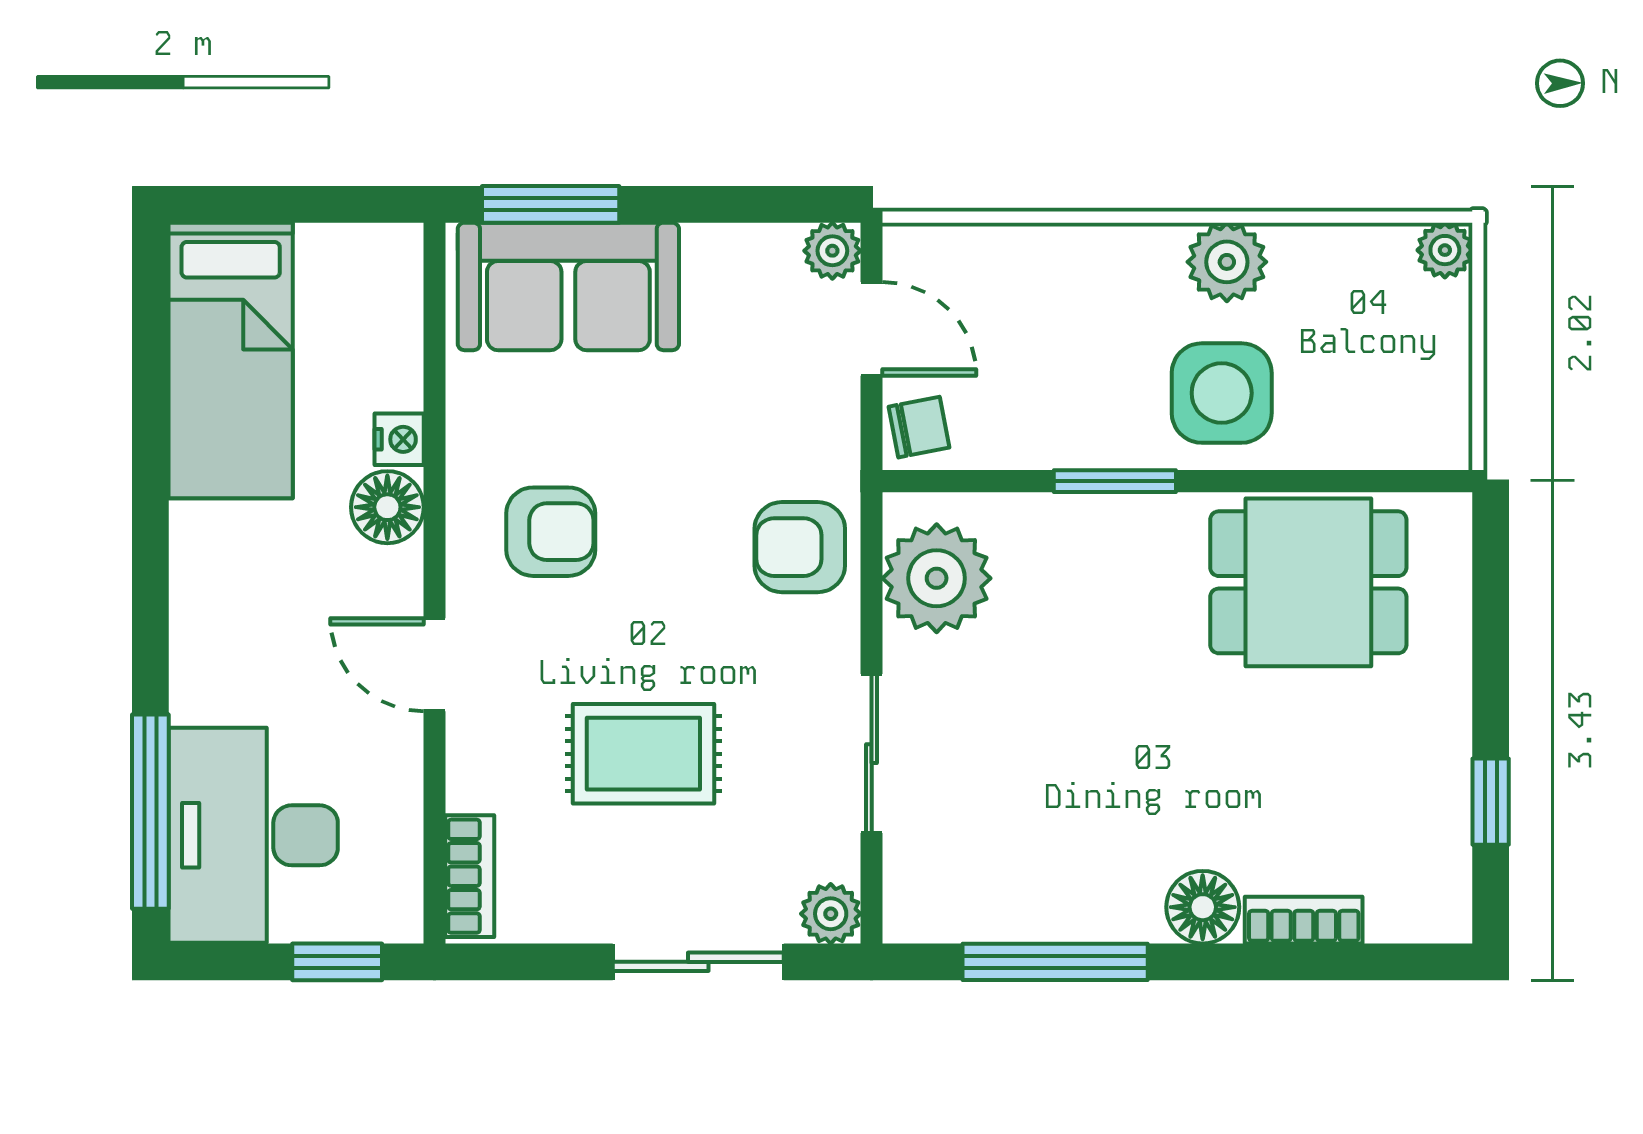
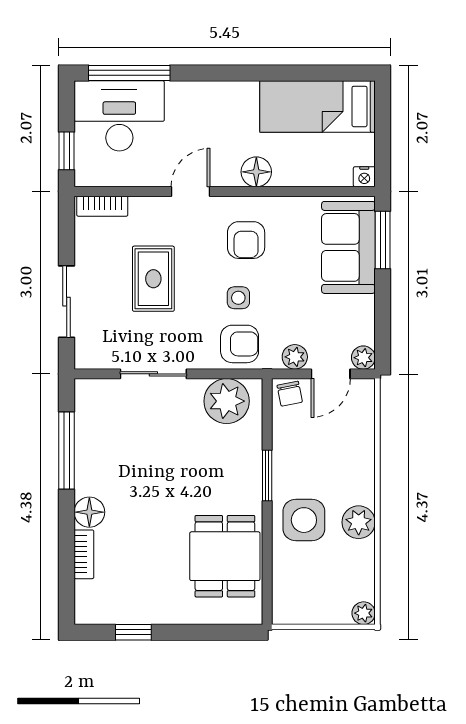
nightstand: (399, 439) -> (364, 177), moved
armchair: (800, 547) -> (240, 344), turned 90
side table: (689, 550) -> (238, 298), added
plant: (831, 914) -> (295, 357), moved

